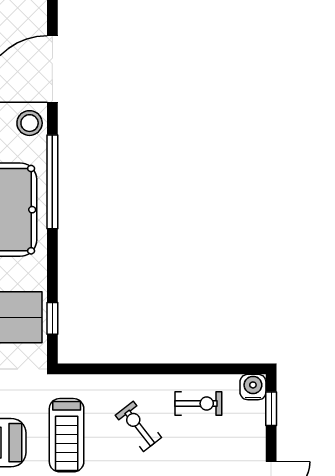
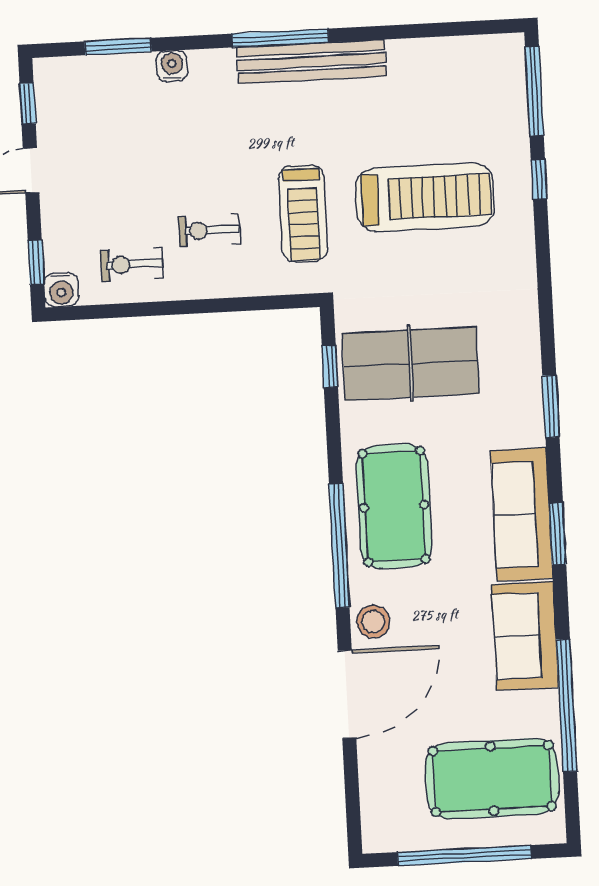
exercise bike: (138, 426) -> (209, 230), turned 128
treadmill: (67, 435) -> (303, 213), turned 180

